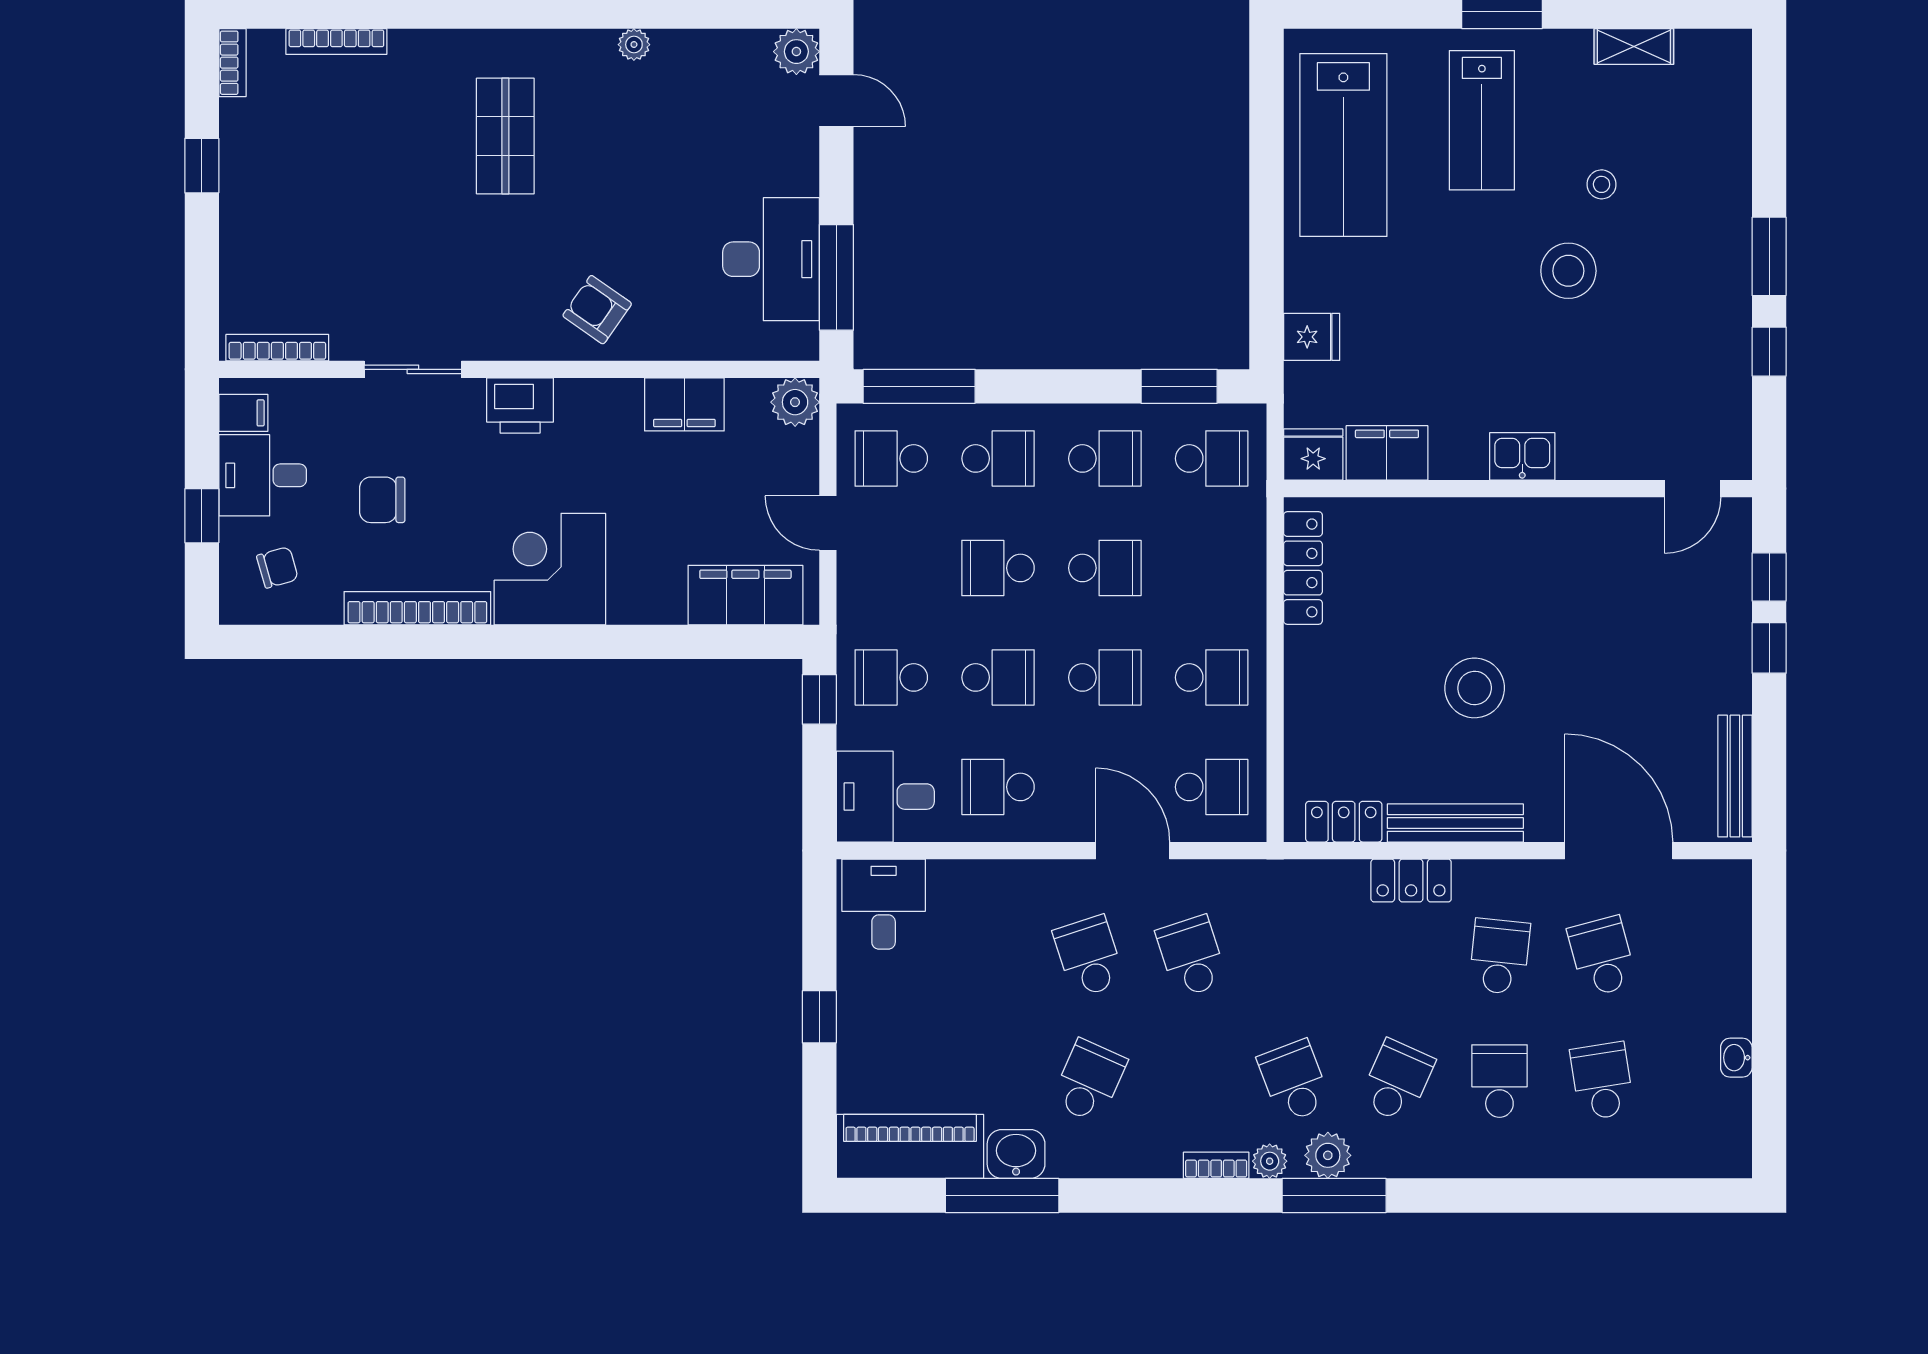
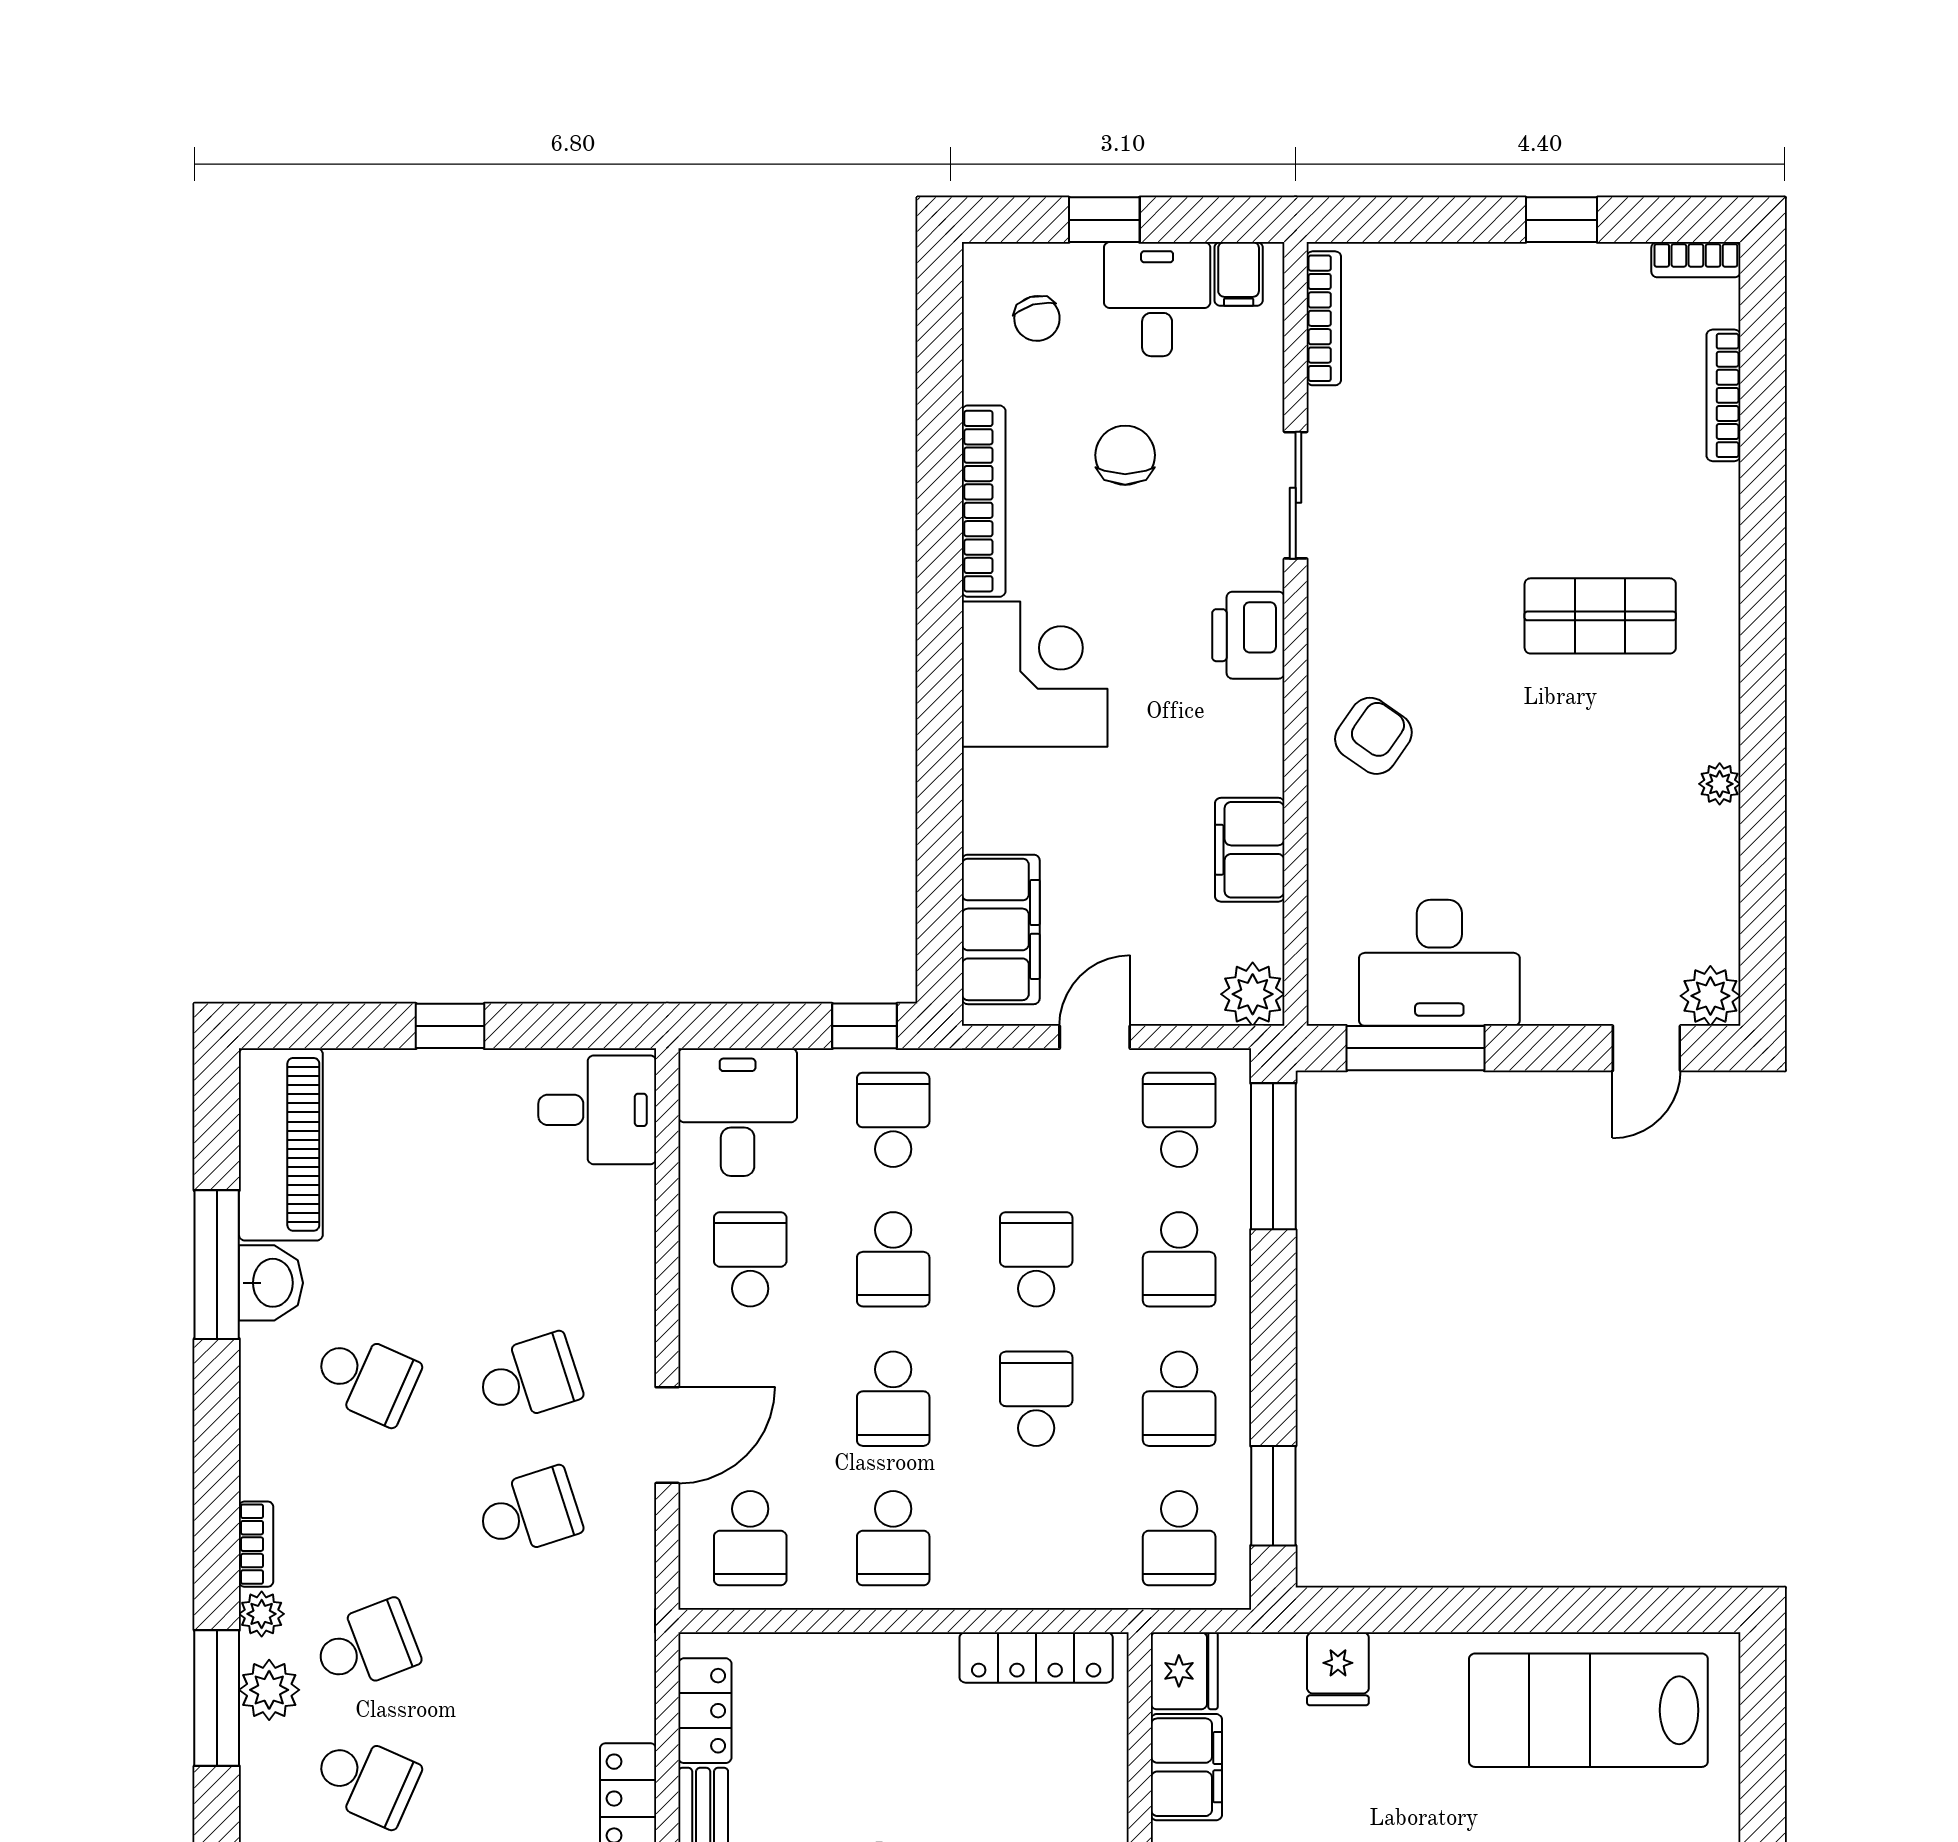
school desk: (1105, 568) -> (1036, 1399), turned 180

